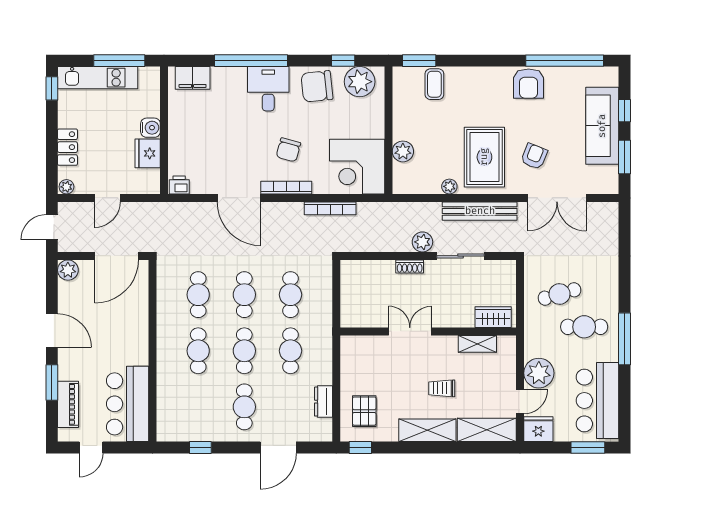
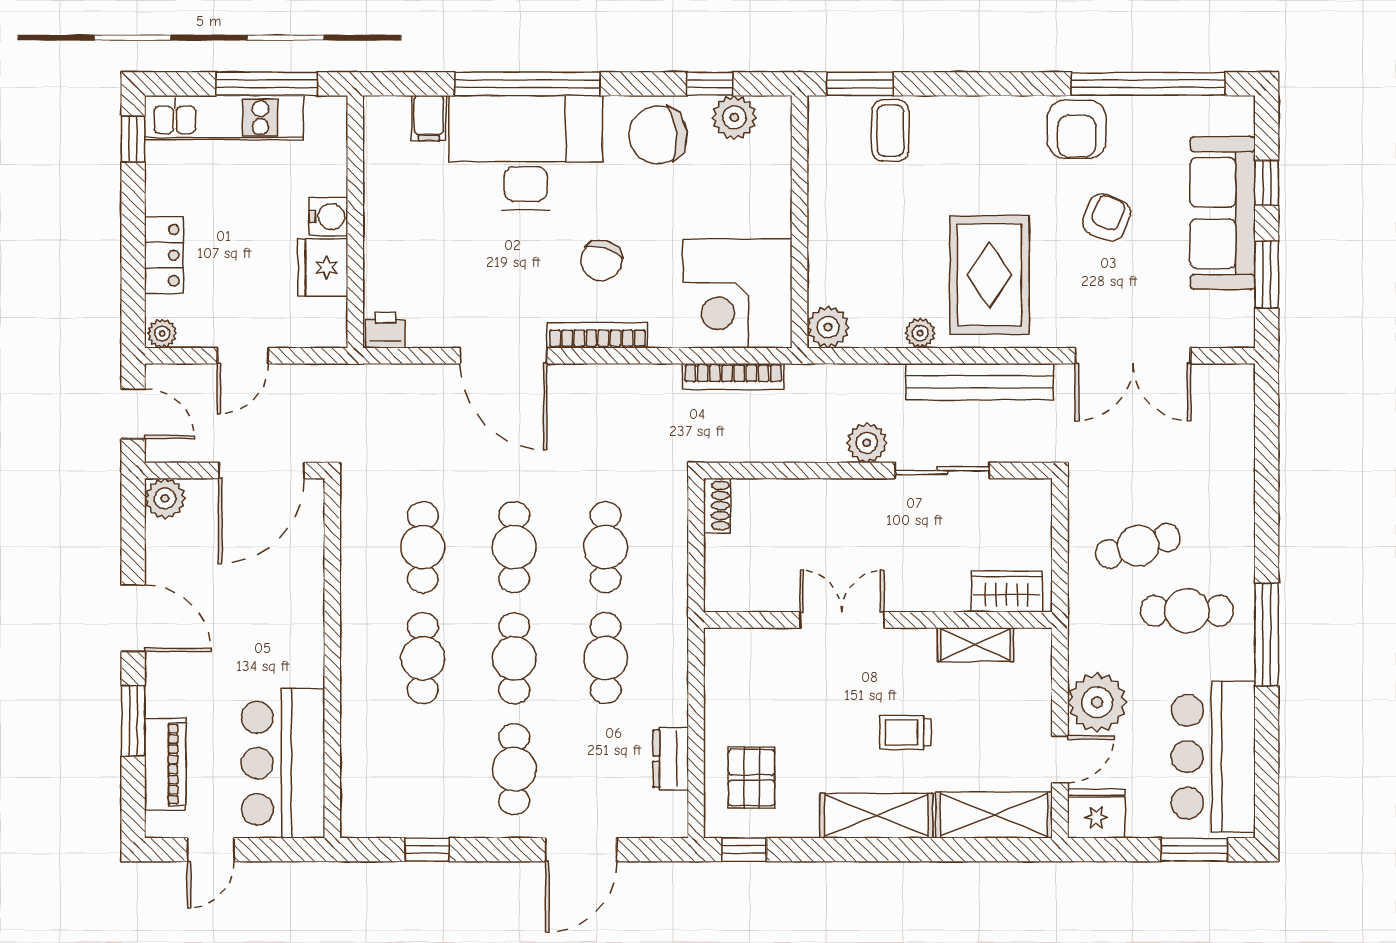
filing cabinet: (193, 78) -> (429, 118), width x0.50
plant: (360, 82) -> (734, 117), width x0.73, depth x0.73
desk: (268, 89) -> (526, 153), width x1.87, depth x1.30
plant: (403, 151) -> (828, 327), moved
armchair: (534, 156) -> (1106, 217), moved
bookcase: (330, 208) -> (733, 376), moved
door: (52, 227) -> (133, 414), swing flipped
shoe rack: (410, 267) -> (717, 506), moved, turned -90

